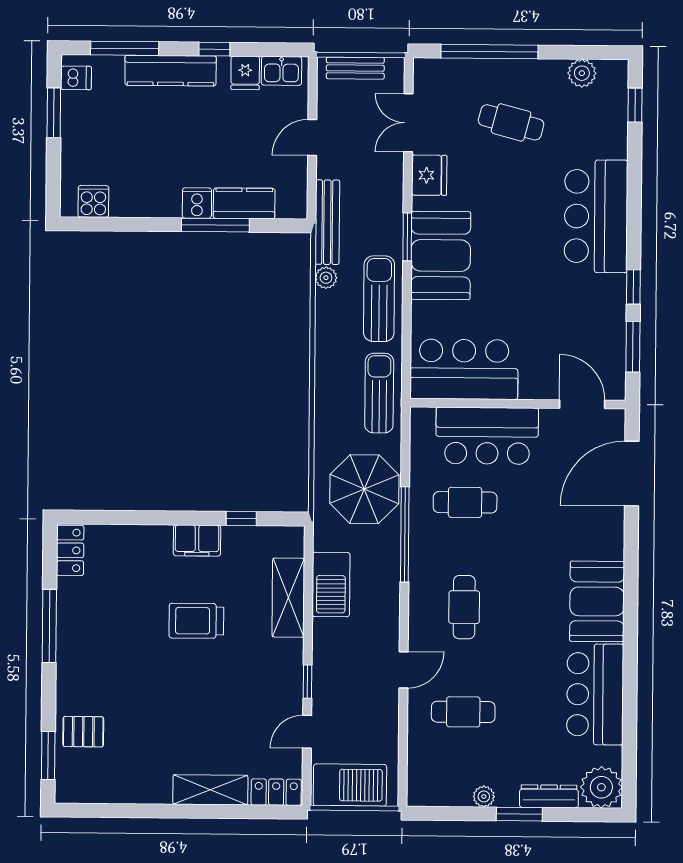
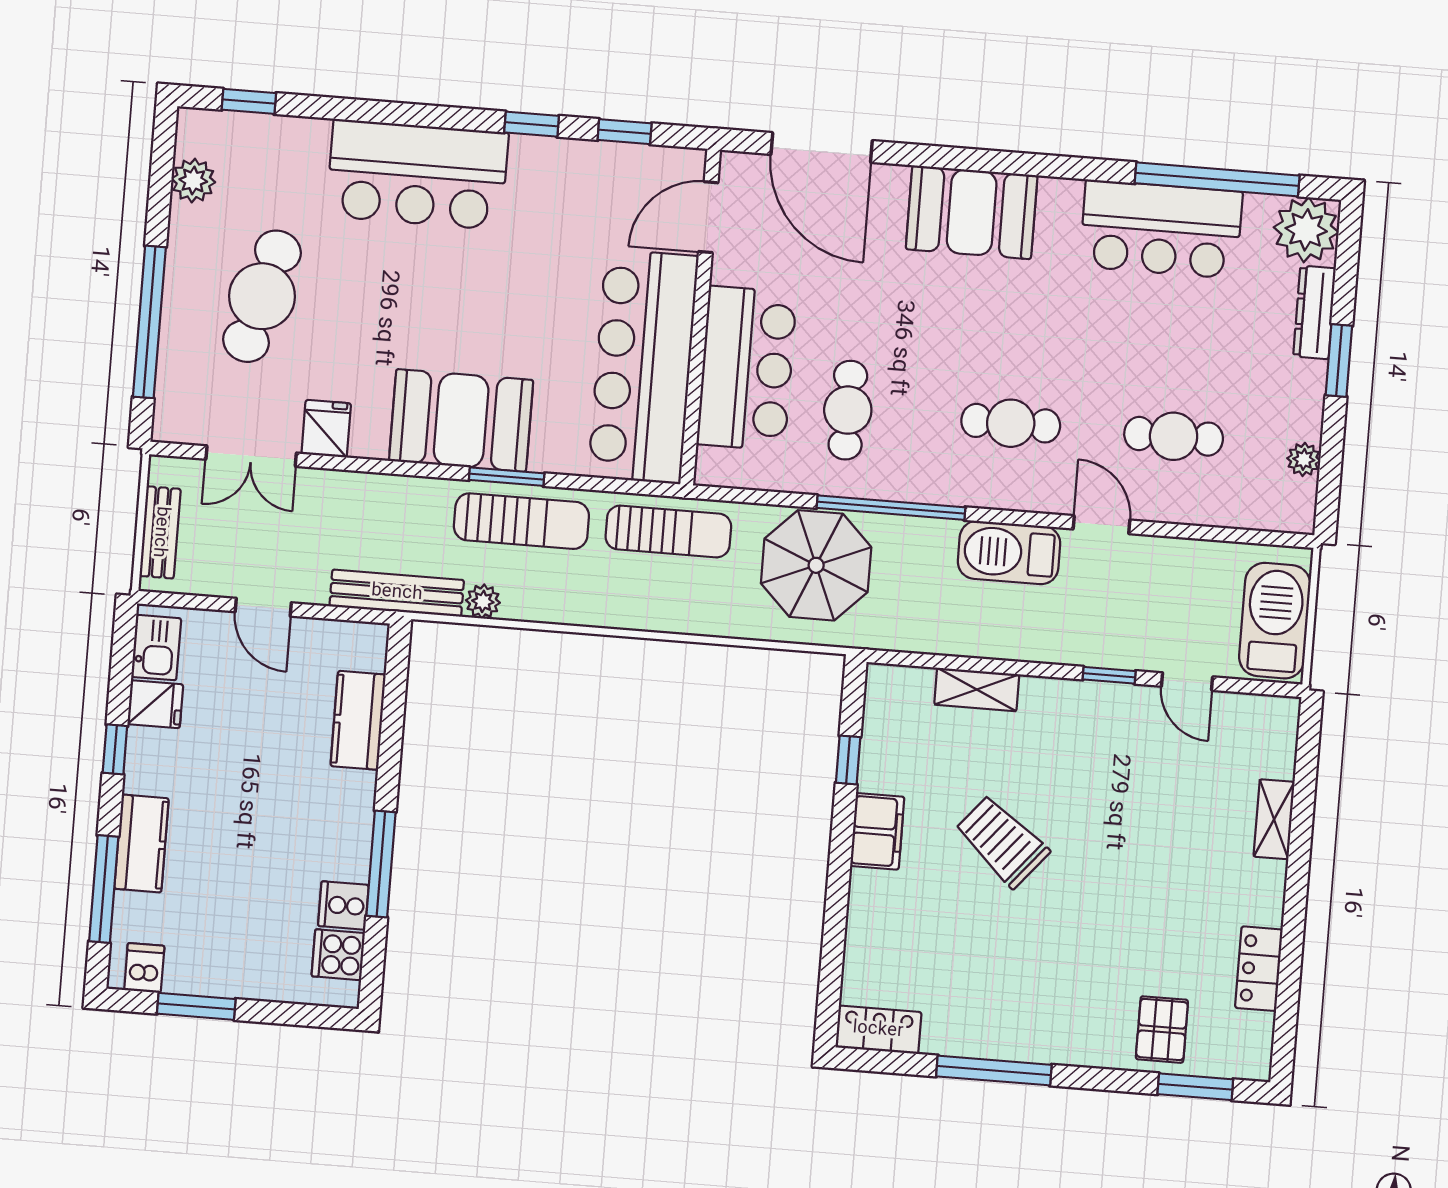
kitchen counter: (171, 71) -> (141, 844), width x0.67
cafe table: (511, 122) -> (262, 296), width x1.37, depth x1.35
fridge: (429, 175) -> (326, 429), width x0.72
cooker: (197, 203) -> (343, 905), moved
window: (215, 225) -> (381, 864), moved
window: (407, 237) -> (507, 477), moved
sun lounger: (379, 299) -> (521, 521), turned 180
window: (633, 347) -> (625, 132), width x0.67
bar counter: (464, 369) -> (643, 367), width x1.36
sun lounger: (379, 393) -> (668, 531), turned 180
barbecue: (331, 584) -> (1009, 553), moved, turned 180
shelving: (288, 598) -> (977, 690), width x0.67, depth x0.75
booth: (597, 601) -> (972, 212), moved
trolley: (196, 621) -> (1002, 841), turned 130
cafe table: (463, 712) -> (1174, 436), turned 90
window: (630, 728) -> (1217, 179), added
shelving: (210, 790) -> (1274, 819), width x0.67, depth x0.75
locker: (276, 792) -> (1259, 969), moved
plant: (484, 796) -> (1304, 459), moved

